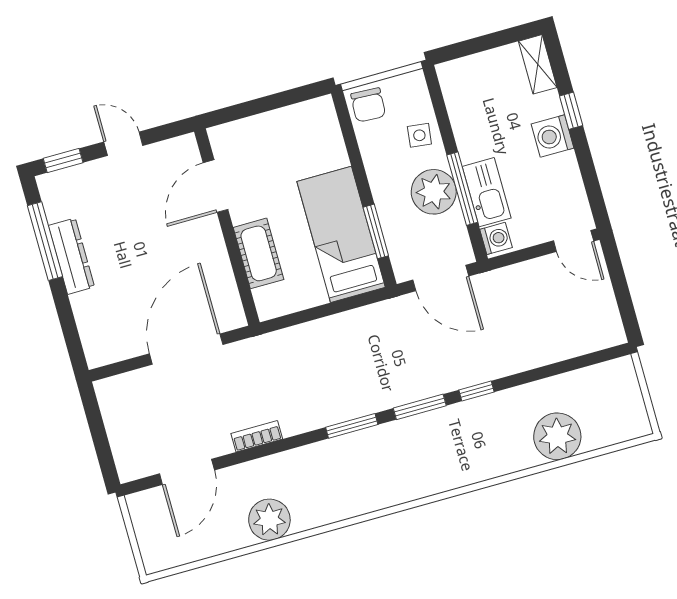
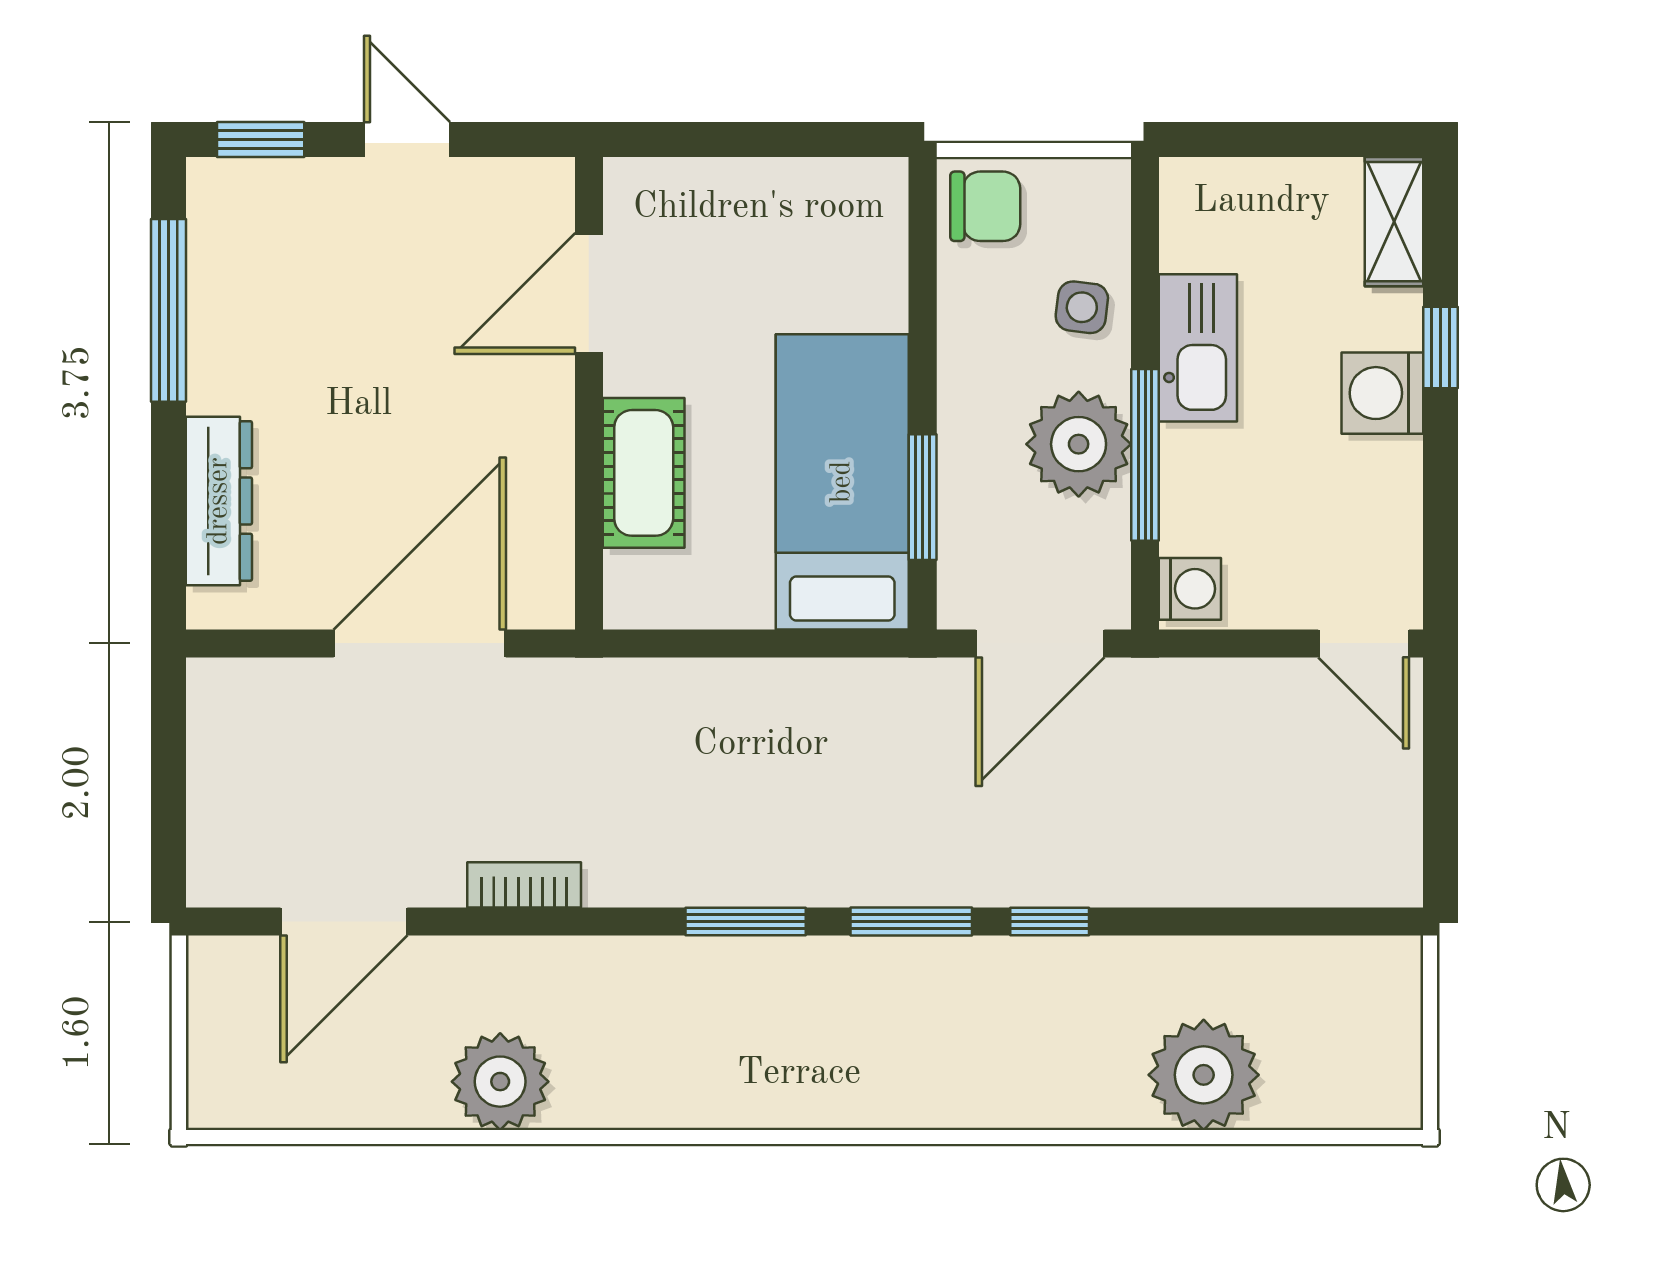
chair: (368, 105) -> (985, 206), turned -93
kitchen sink: (487, 192) -> (1198, 348), moved
dresser: (71, 256) -> (219, 501), moved
door: (441, 278) -> (1040, 643), hinge flipped

